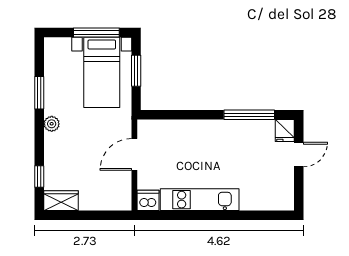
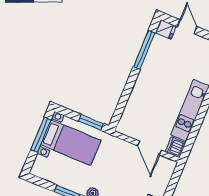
window: (136, 71) -> (91, 122), moved
door: (134, 154) -> (150, 148), moved

